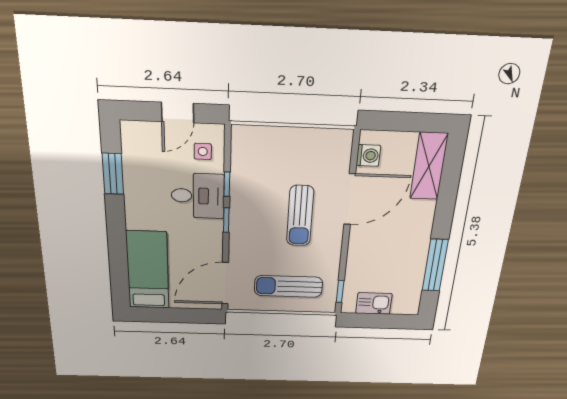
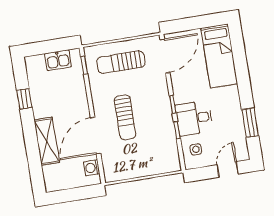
door: (178, 113) -> (228, 169), moved
shelving: (429, 166) -> (47, 141), moved
sun lounger: (300, 216) -> (125, 117), turned 180
window: (435, 265) -> (24, 99), width x0.46
sun lounger: (288, 286) -> (121, 62), turned 180

